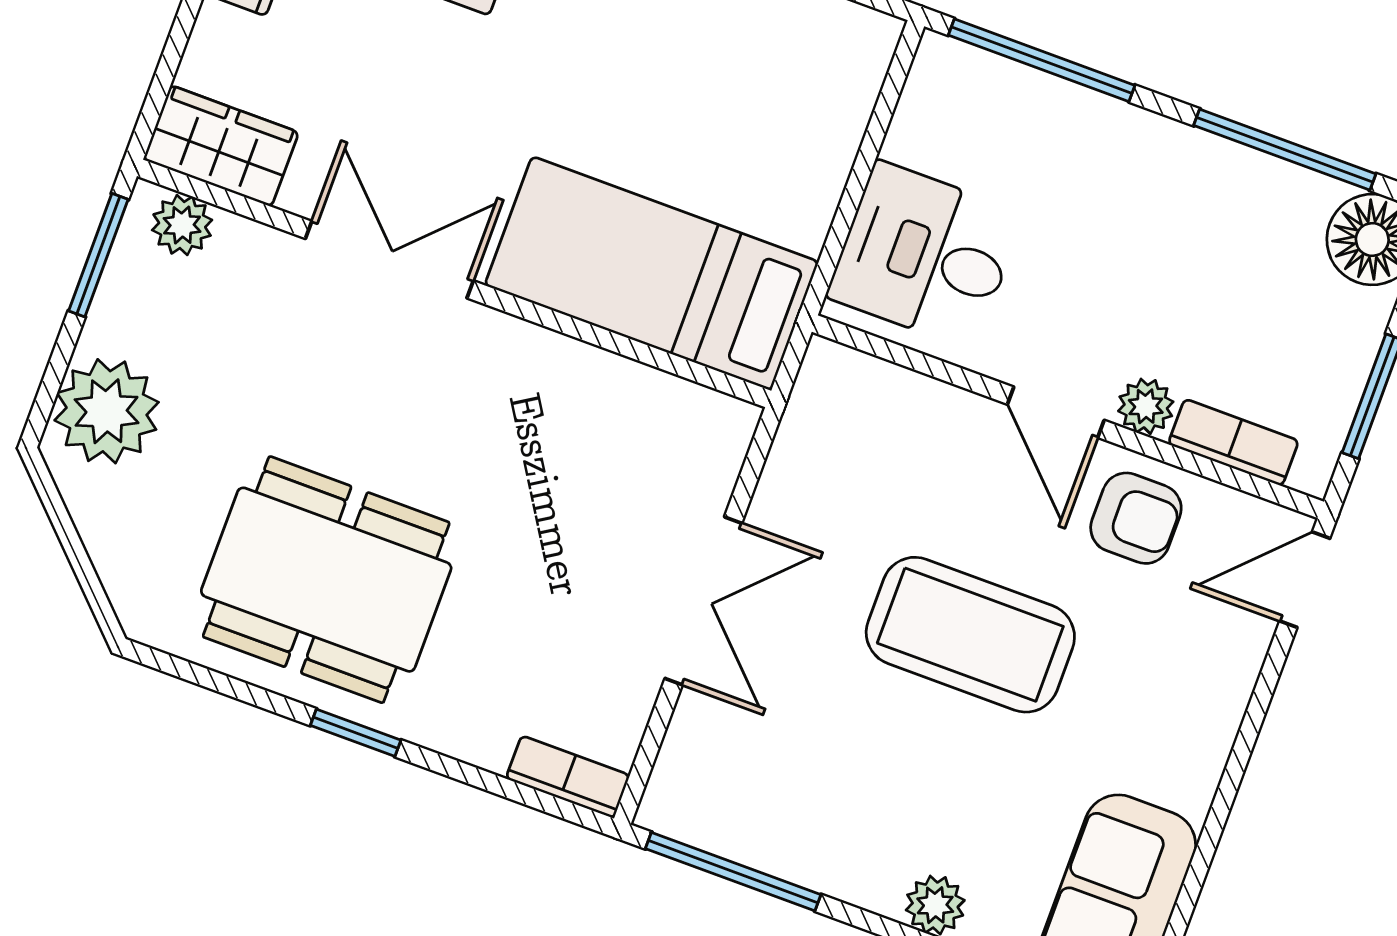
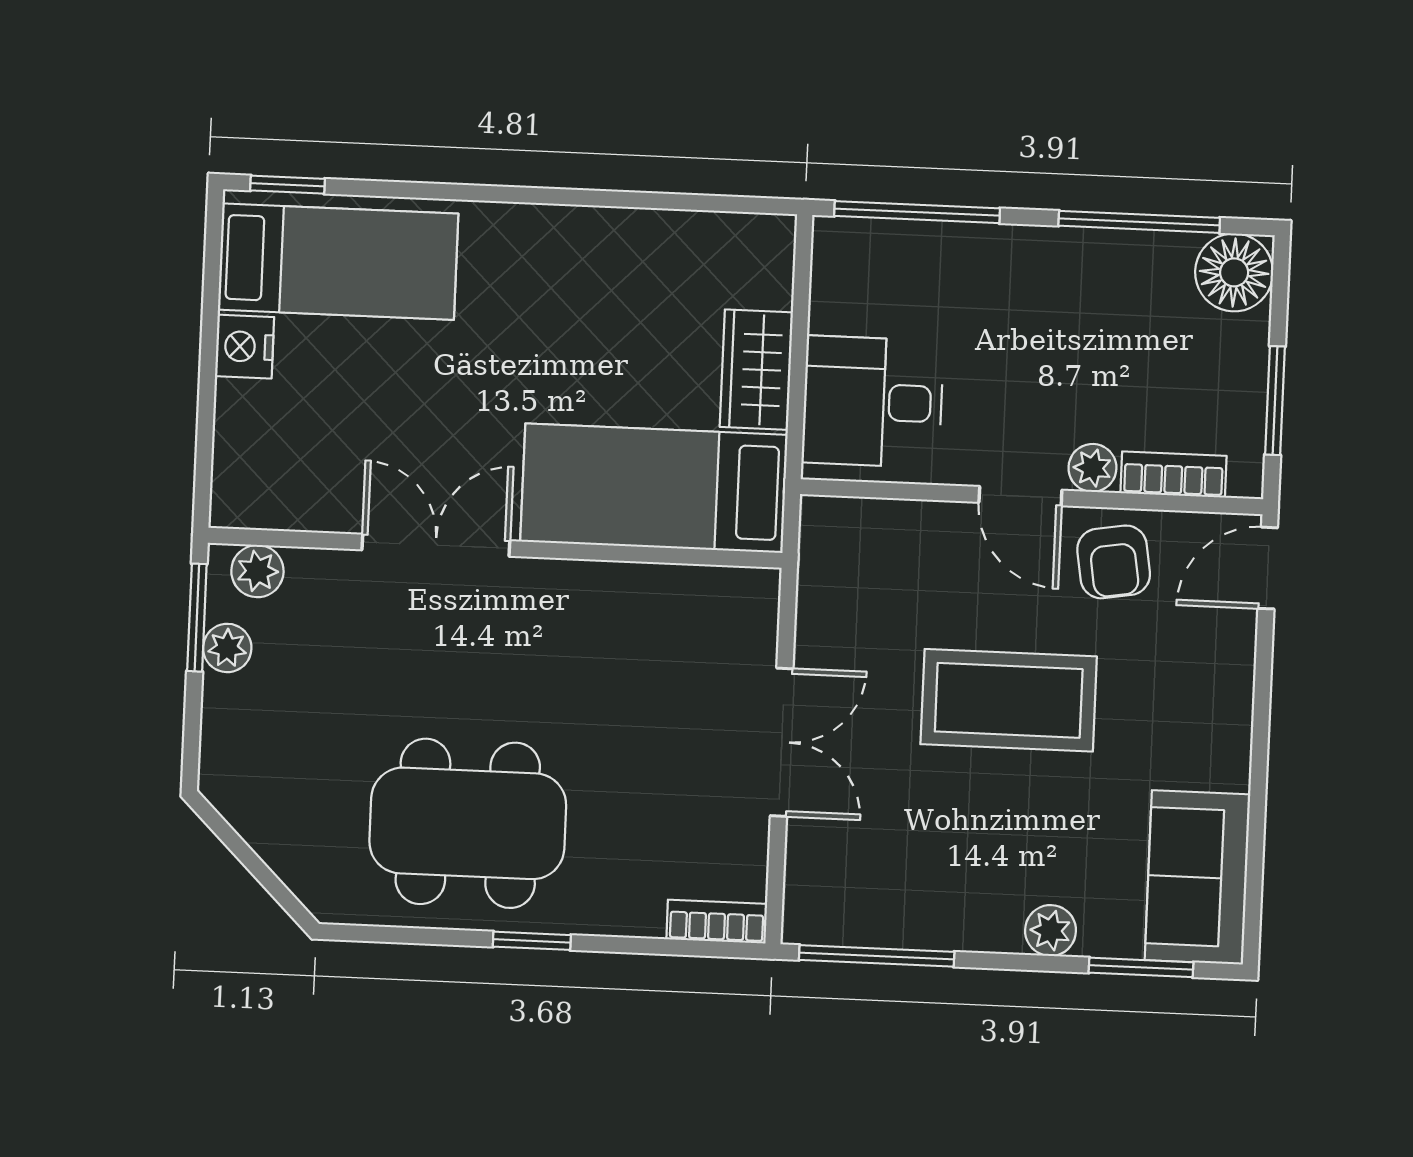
wardrobe: (221, 146) -> (756, 370), moved, turned -90
plant: (107, 411) -> (227, 648), moved, width x0.53, depth x0.53
armchair: (1136, 518) -> (1114, 562), turned 81

